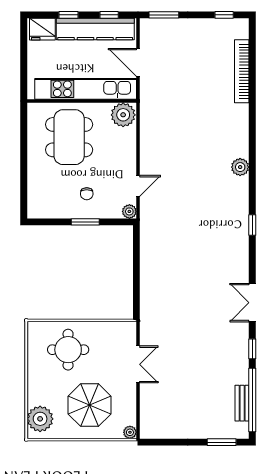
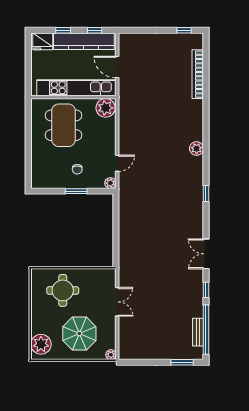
window: (164, 15) -> (137, 30), removed

